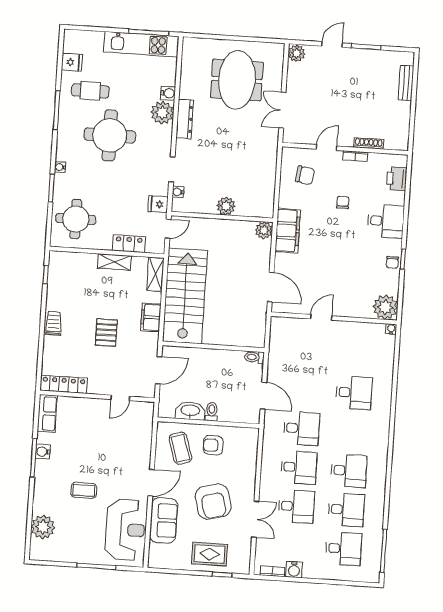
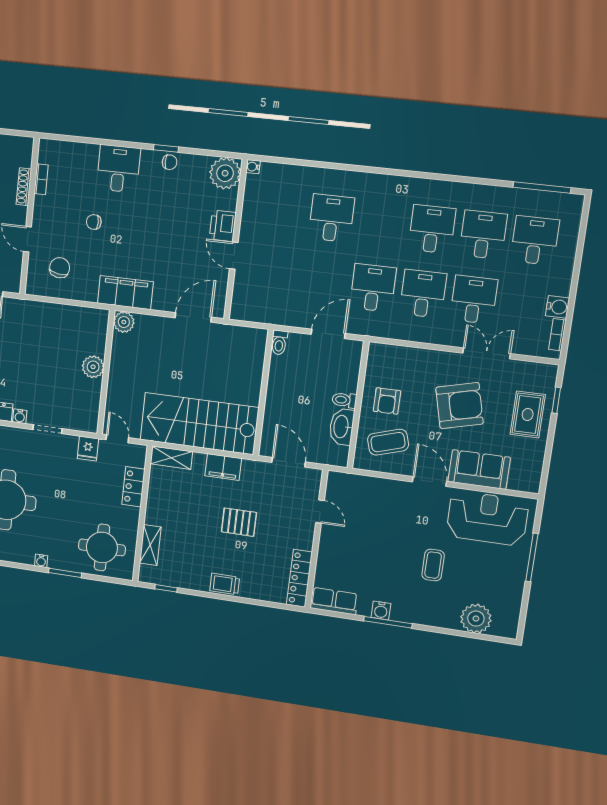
bookcase: (355, 156) -> (41, 179), moved
printer: (397, 179) -> (223, 226), moved, turned 90
water cooler: (178, 192) -> (20, 416), moved
shelving: (114, 262) -> (150, 545), moved

